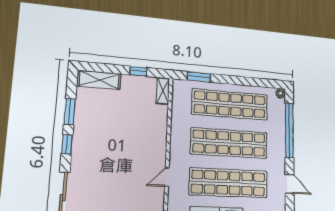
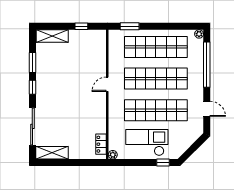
shelving: (163, 91) -> (101, 40), removed
door: (167, 177) -> (107, 84), moved

